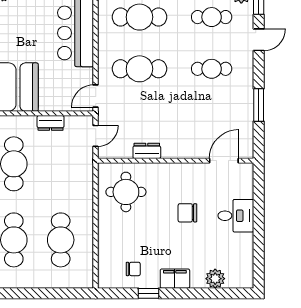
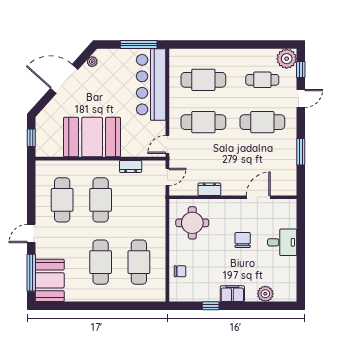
cafe table: (212, 69) -> (262, 122), width x1.37, depth x1.35
door: (224, 161) -> (258, 197), moved
chair: (187, 213) -> (243, 240), turned 90
chair: (133, 269) -> (180, 271), moved

